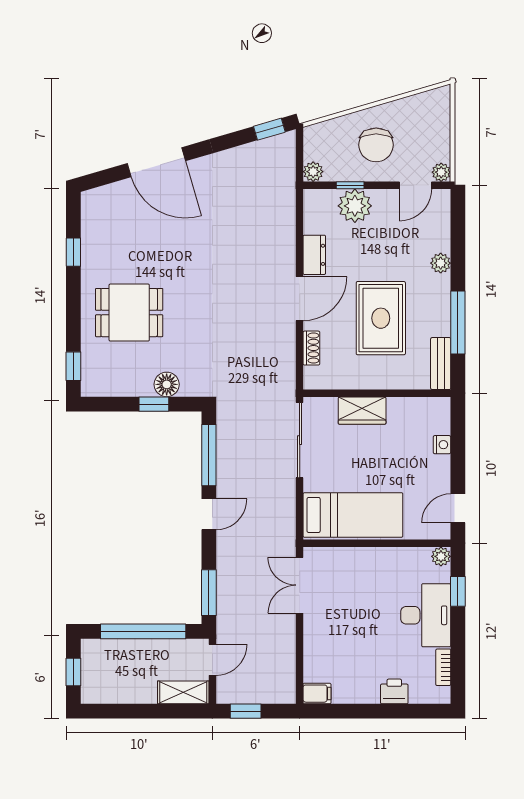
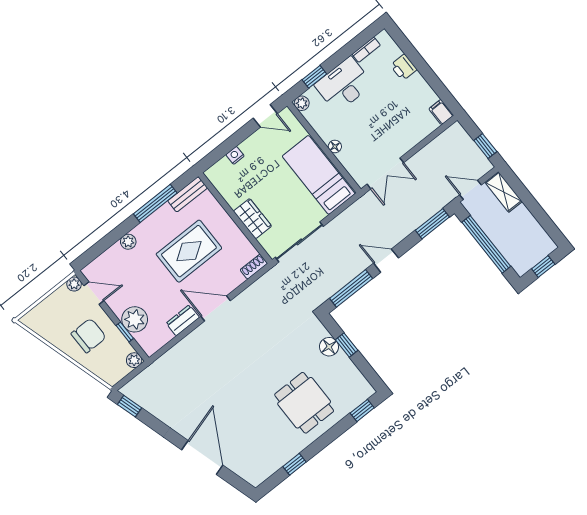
shoe rack: (311, 348) -> (254, 267), moved
floor lamp: (369, 555) -> (335, 146), added

